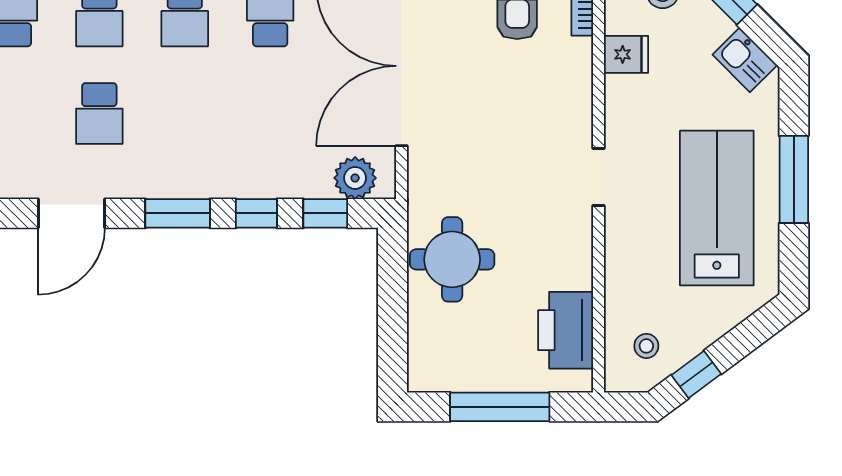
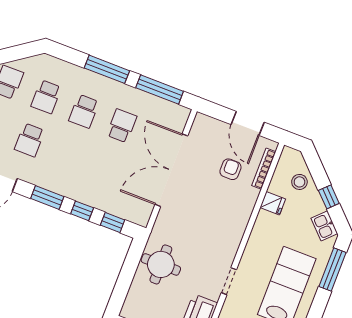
doorway: (599, 177) -> (229, 281), moved
plant: (355, 178) -> (132, 212), removed
window: (794, 179) -> (333, 269), moved

